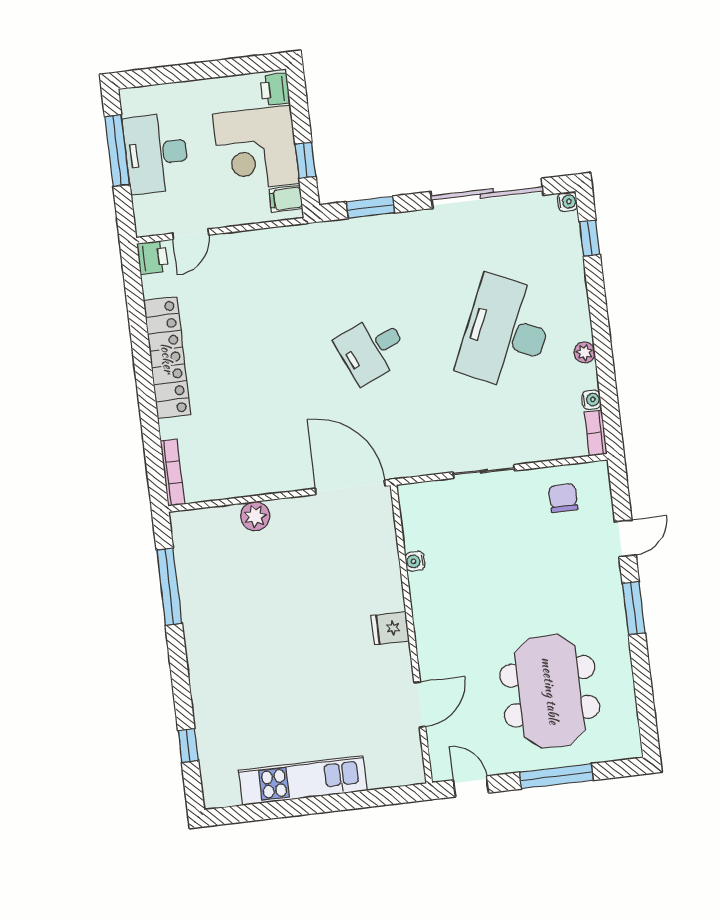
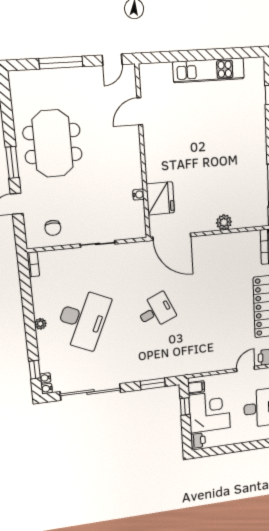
plant: (584, 352) -> (40, 324), moved
water cooler: (591, 400) -> (45, 378), moved
fridge: (390, 628) -> (160, 198), moved, width x1.88, depth x1.34
meeting table: (550, 691) -> (53, 144), moved
door: (471, 786) -> (112, 60), hinge flipped

